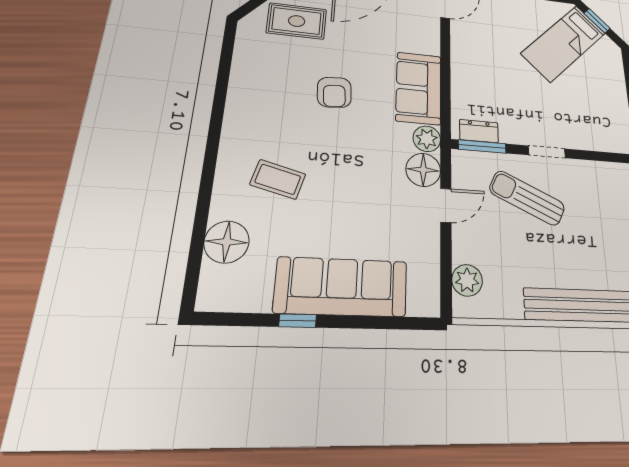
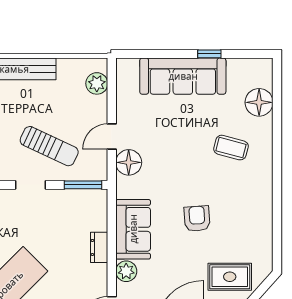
dresser: (479, 131) -> (99, 247), moved, turned 90
plant: (427, 139) -> (126, 271), moved

